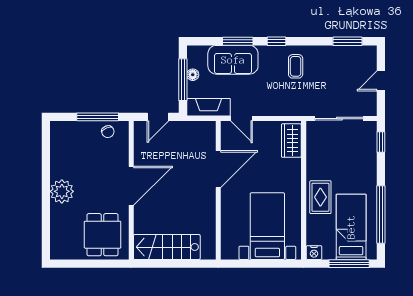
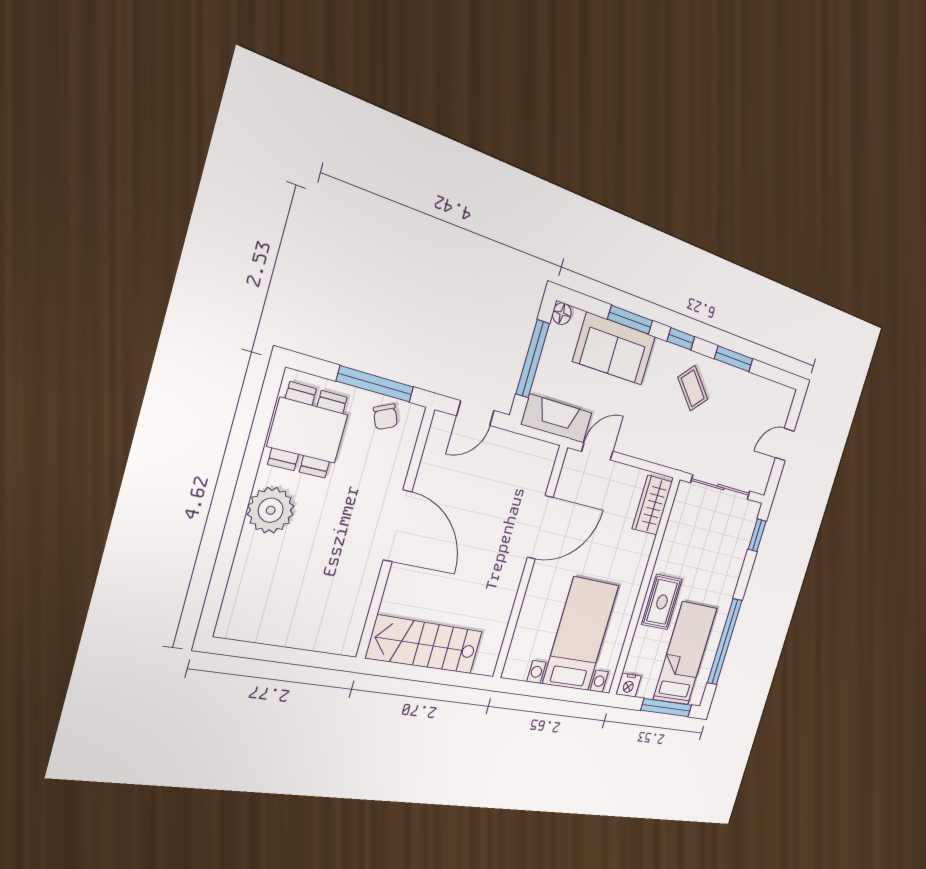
window: (347, 41) -> (734, 359), moved
coffee table: (296, 66) -> (693, 388), turned -45
floor lamp: (193, 75) -> (562, 314), moved
door: (242, 119) -> (597, 451), swing flipped
door: (131, 186) -> (397, 526), hinge flipped
dining table: (103, 235) -> (308, 431), moved

